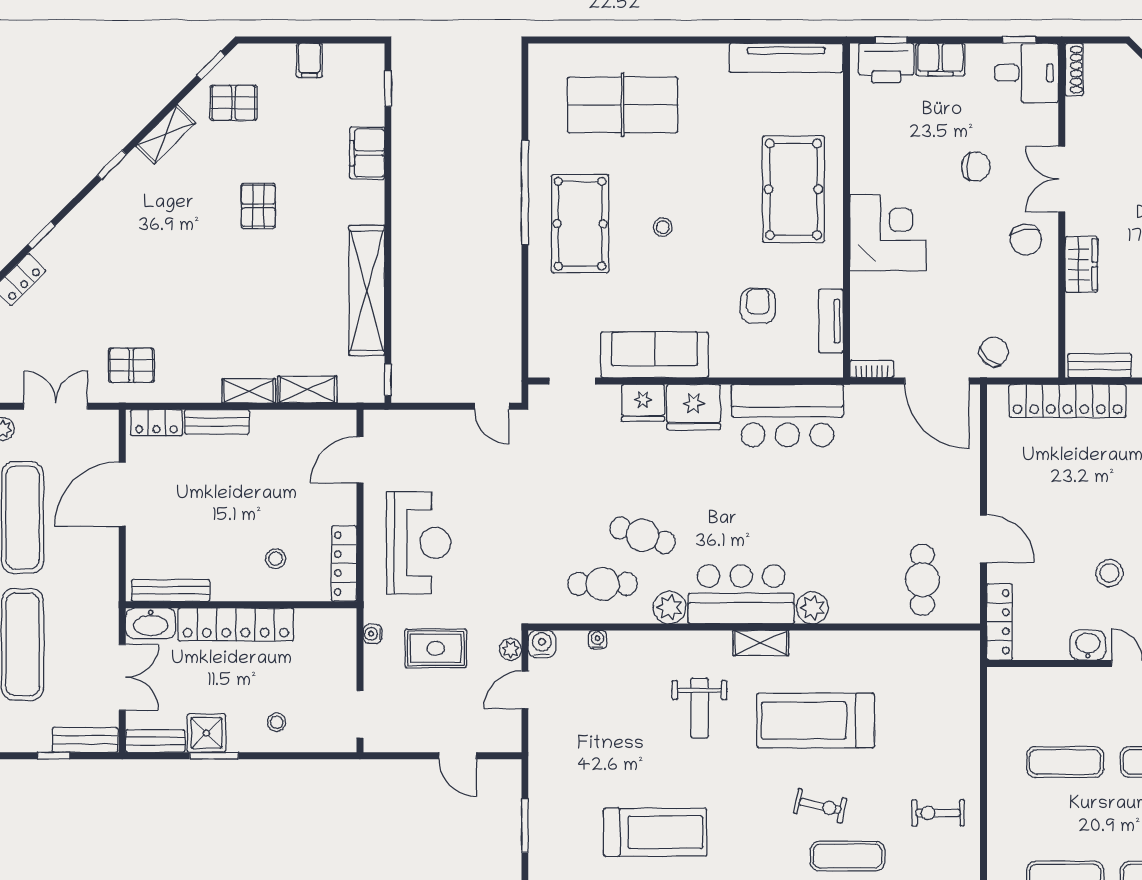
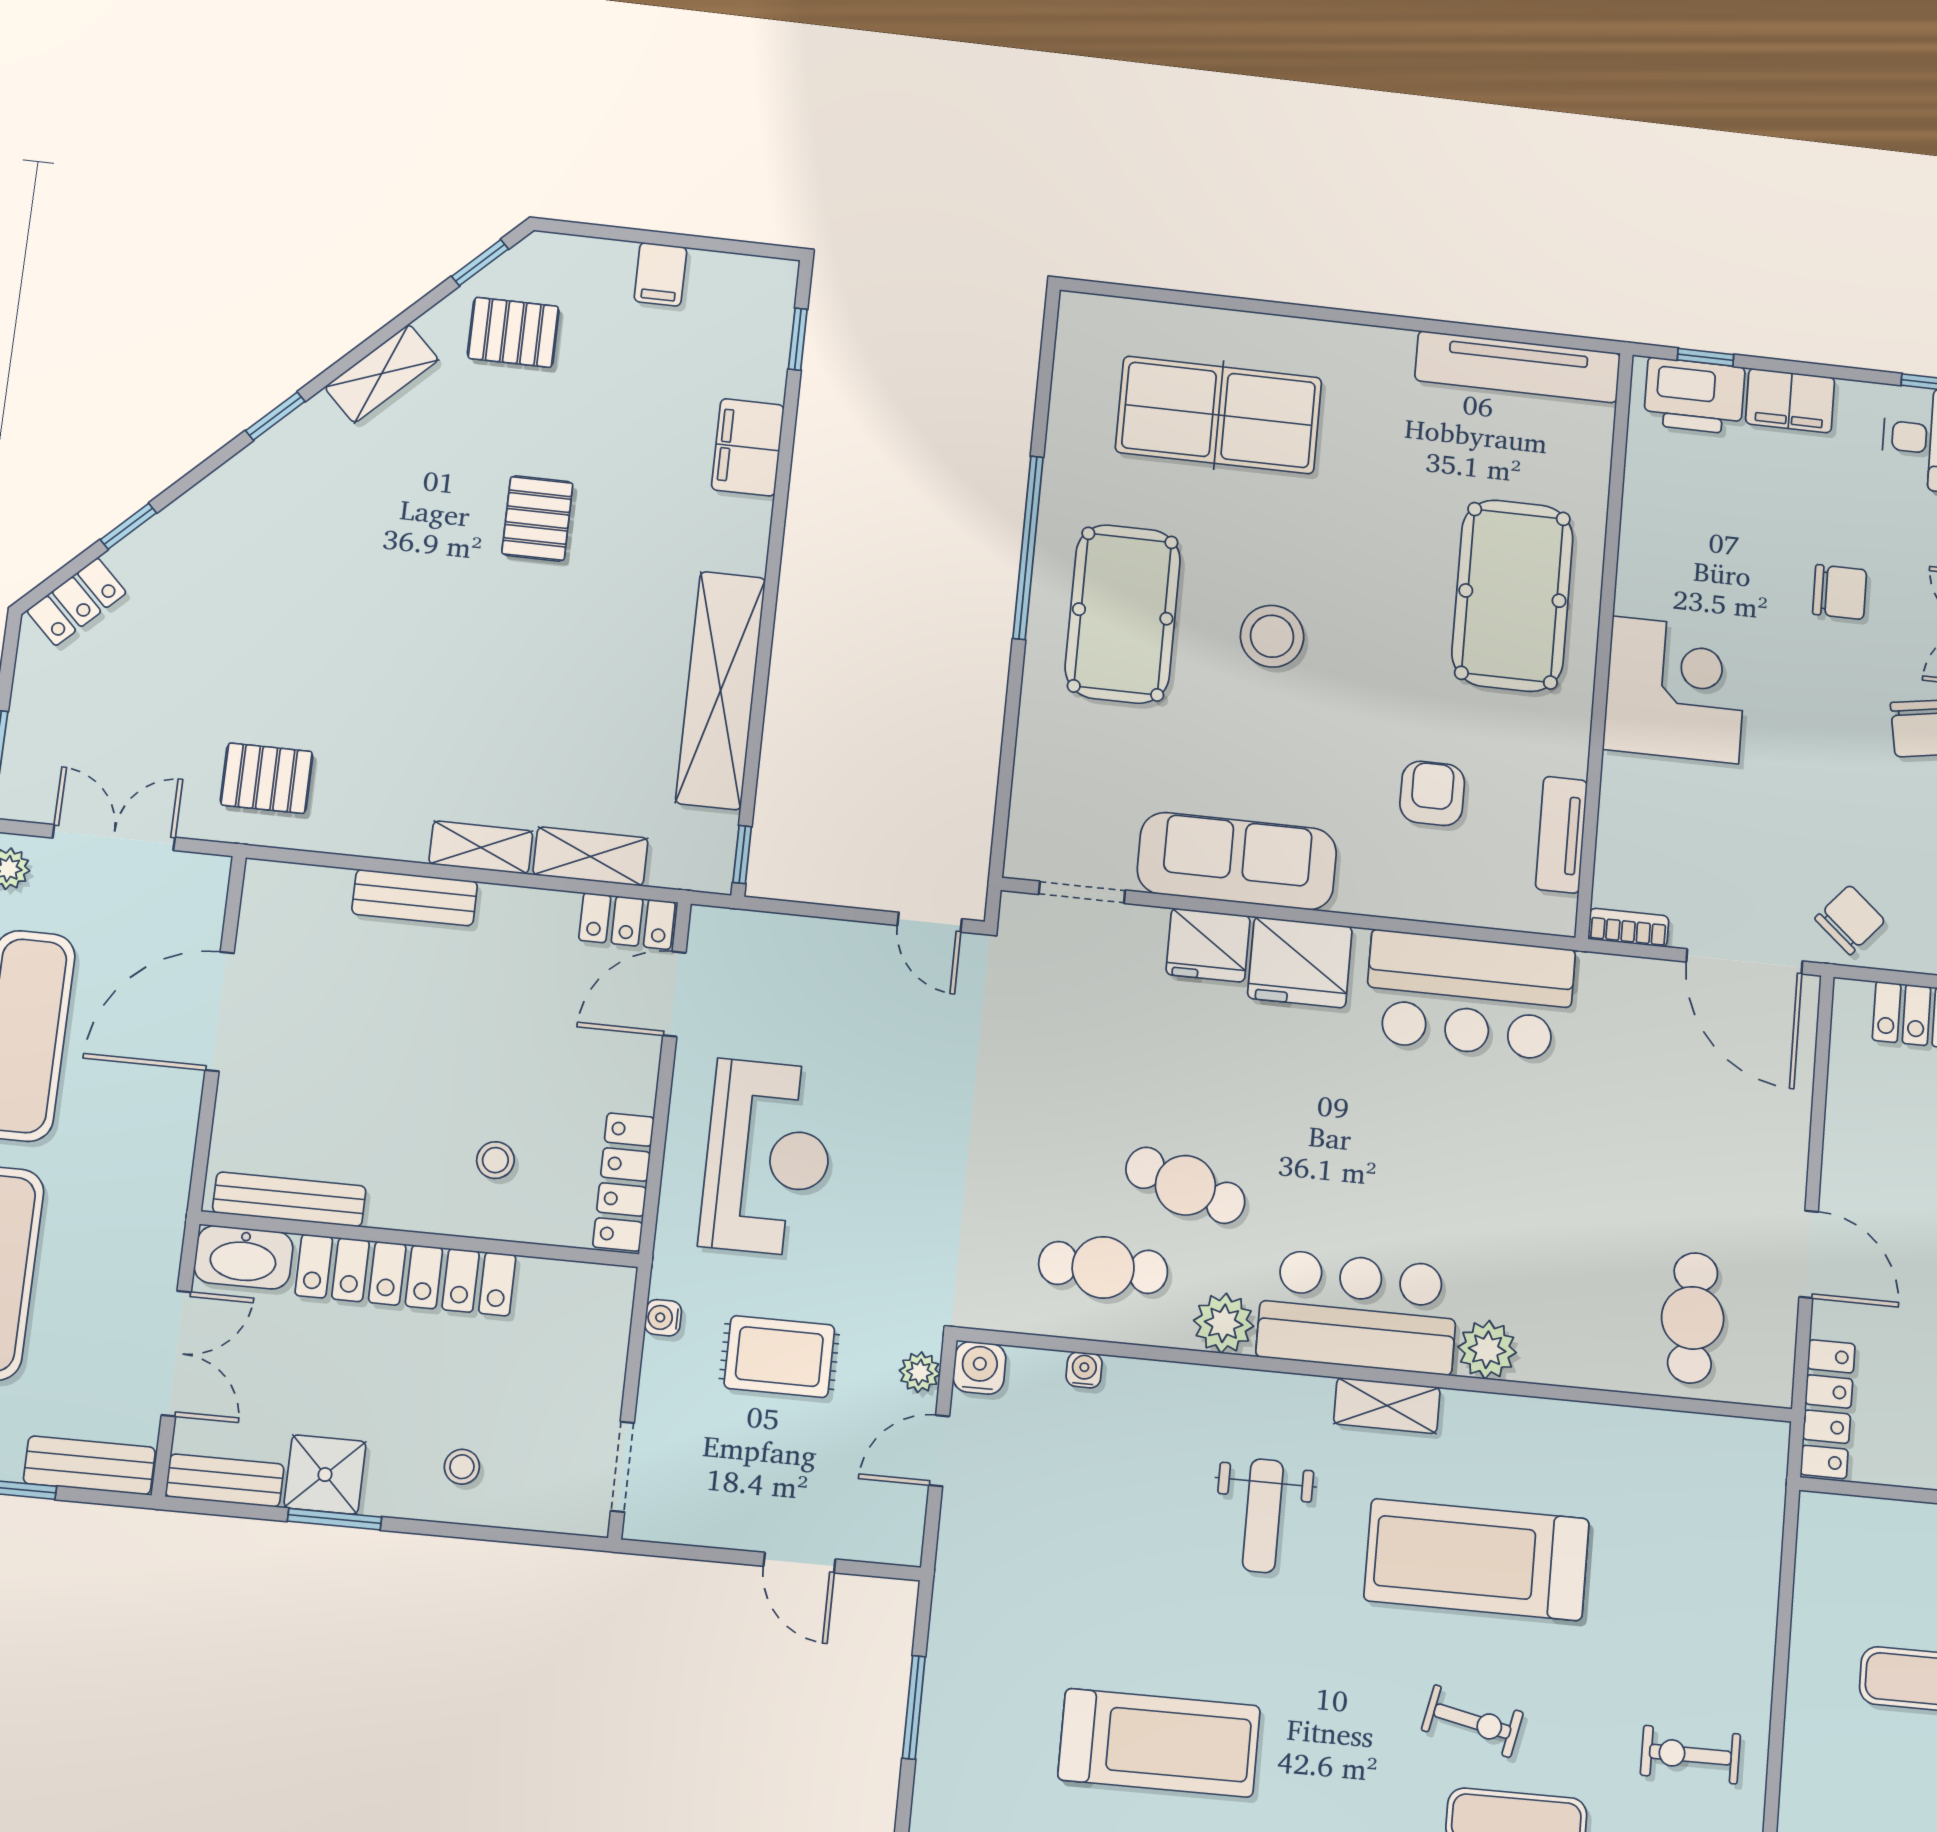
stool: (663, 227) -> (1272, 636), width x1.89, depth x1.89
locker: (156, 423) -> (627, 921), moved

